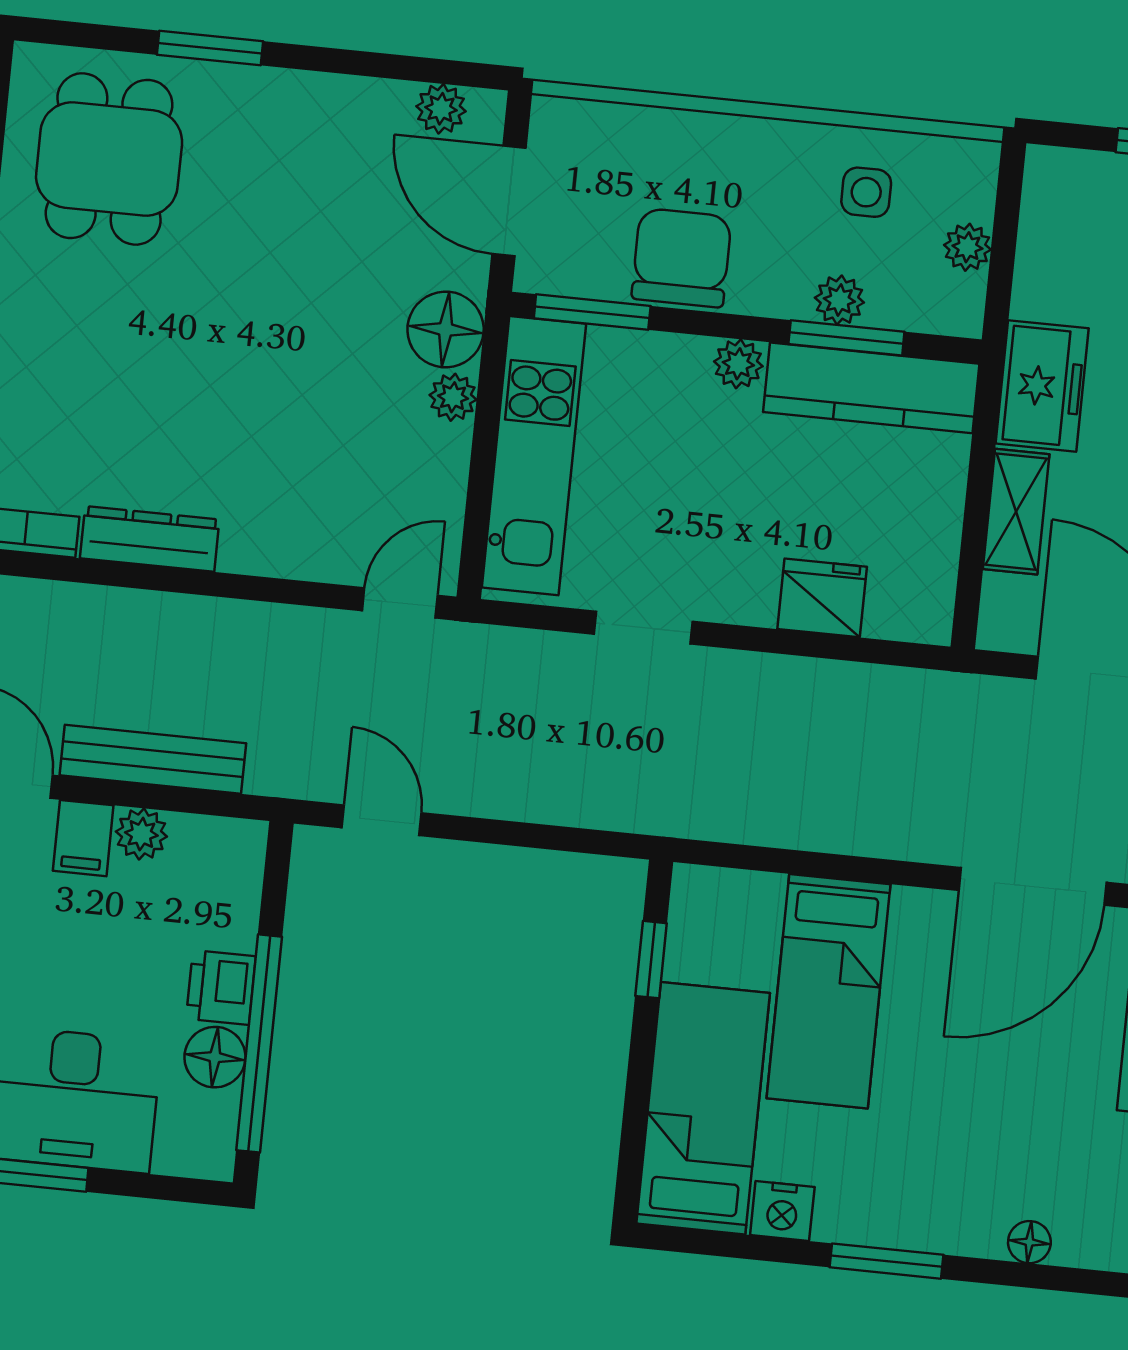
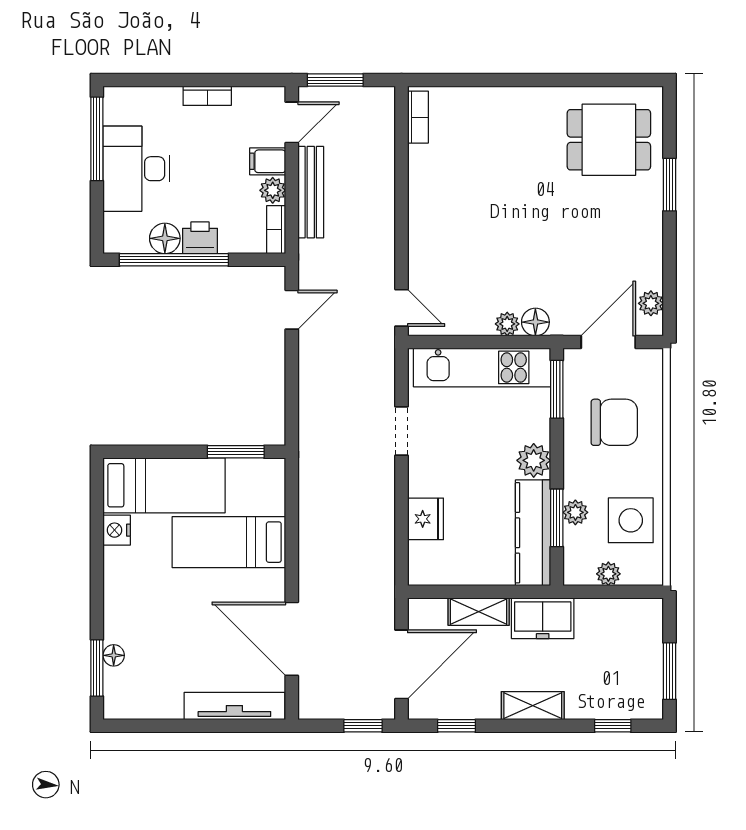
side table: (866, 192) -> (631, 520), width x1.87, depth x1.87
chair: (682, 258) -> (614, 422), moved
floor lamp: (446, 329) -> (535, 322), width x0.73, depth x0.73
plant: (738, 364) -> (534, 460), width x1.38, depth x1.38
dresser: (150, 539) -> (421, 179), removed
bookcase: (220, 835) -> (276, 230), added
window: (651, 960) -> (236, 452), width x1.50
window: (886, 1261) -> (97, 668), moved

